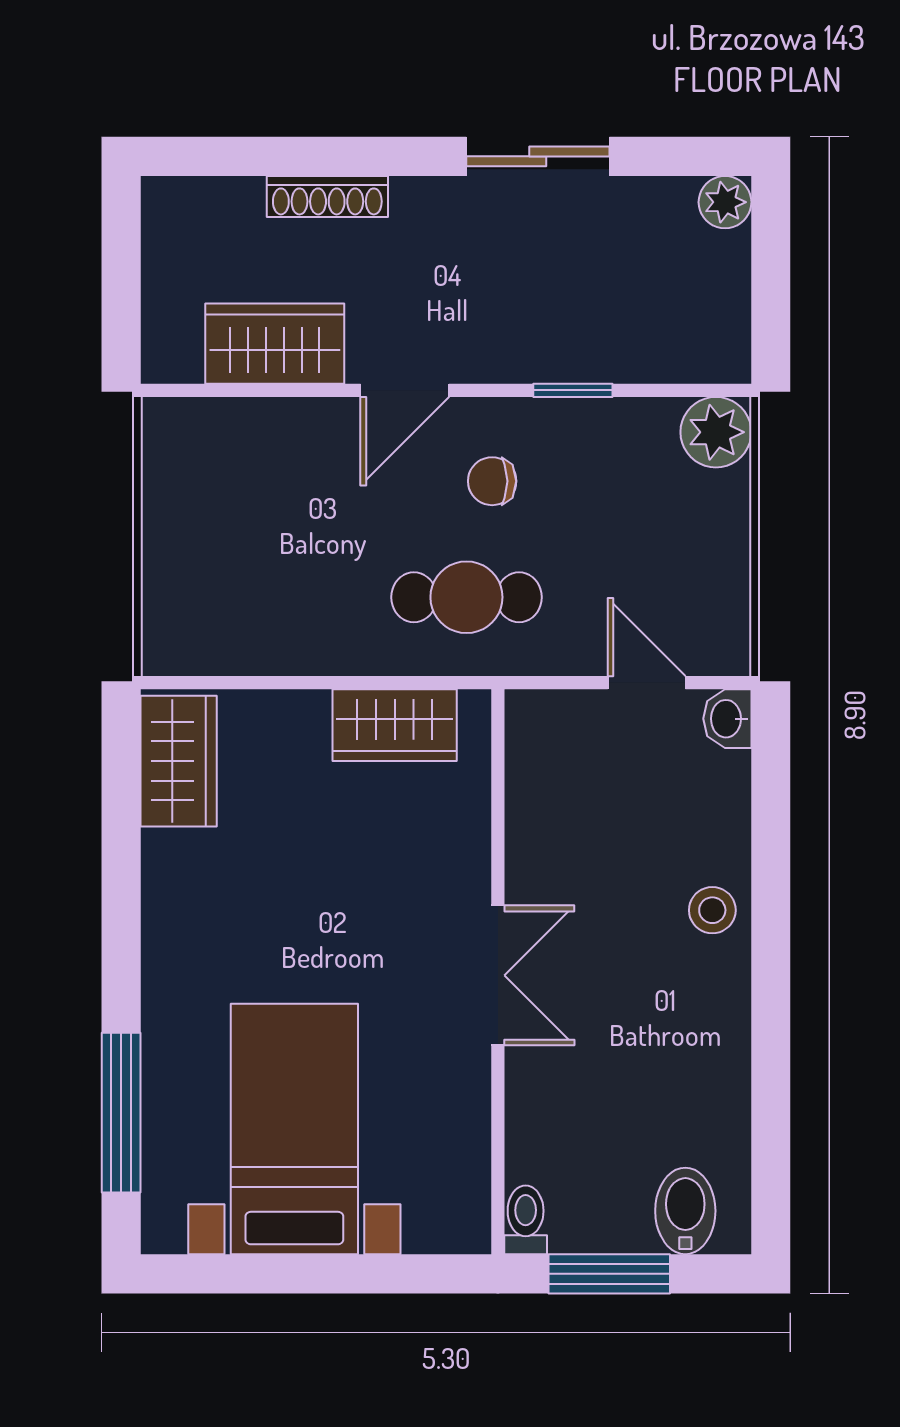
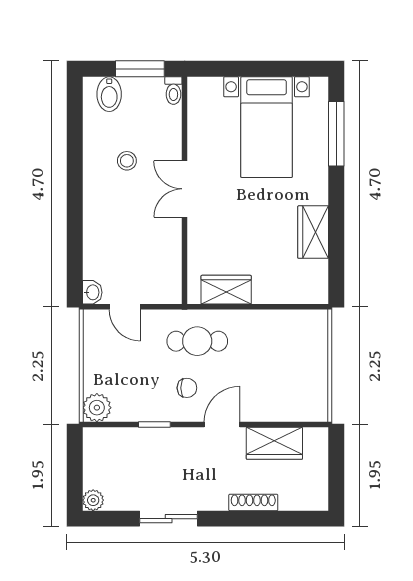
wardrobe: (179, 761) -> (313, 232), moved
stool: (712, 910) -> (127, 161), moved

